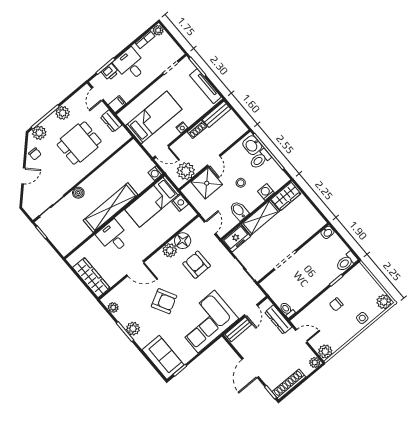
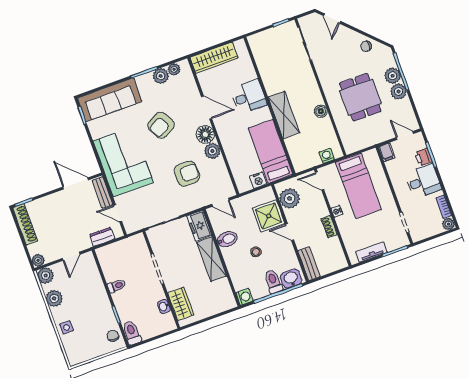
tv unit: (205, 86) -> (371, 252), width x0.71
bench: (216, 114) -> (309, 264), moved
dresser: (111, 121) -> (371, 139), removed
plant: (39, 133) -> (393, 76), moved
door: (162, 151) -> (320, 181), hinge flipped
washing machine: (155, 173) -> (327, 156), moved
door: (23, 176) -> (332, 19), moved
washing machine: (266, 192) -> (244, 297), moved
boiler: (78, 193) -> (321, 111), moved
wardrobe: (286, 196) -> (181, 304), moved, turned 180
shelving: (110, 208) -> (284, 115), width x0.68
washbasin: (327, 232) -> (164, 306), moved
floor lamp: (183, 241) -> (205, 134), moved
door: (135, 268) -> (207, 108), swing flipped
plant: (384, 302) -> (54, 298), moved
chair: (336, 304) -> (113, 336), moved
toilet: (287, 310) -> (117, 286), moved
dresser: (278, 320) -> (102, 237), width x0.70
plant: (133, 329) -> (161, 76), moved
sofa: (163, 357) -> (110, 100), width x1.36
door: (250, 368) -> (76, 183), moved

